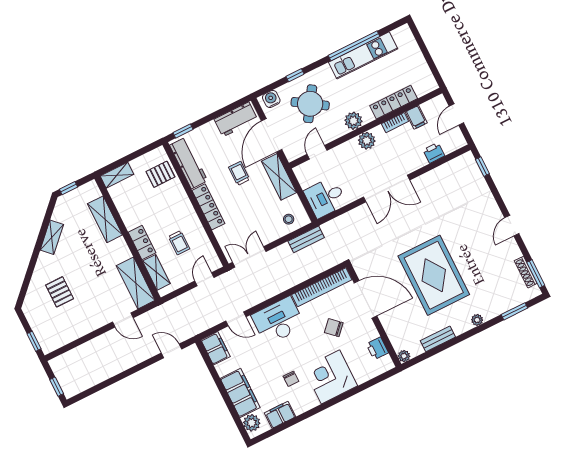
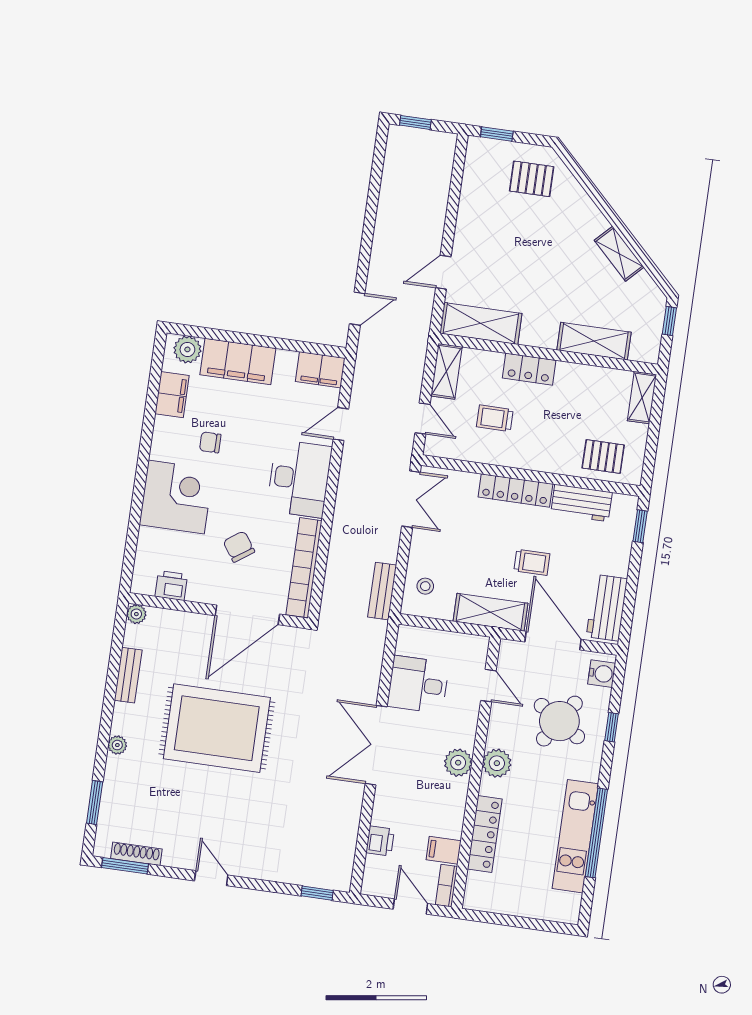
bookcase: (395, 123) -> (446, 886), moved
workbench: (189, 163) -> (581, 503), width x0.73
pallet: (160, 174) -> (603, 457), turned 90
desk: (325, 198) -> (418, 685), moved, turned -90
shelving: (156, 272) -> (446, 371), moved, turned 90
pallet: (60, 292) -> (532, 179), moved
chair: (334, 328) -> (239, 547), turned -78

